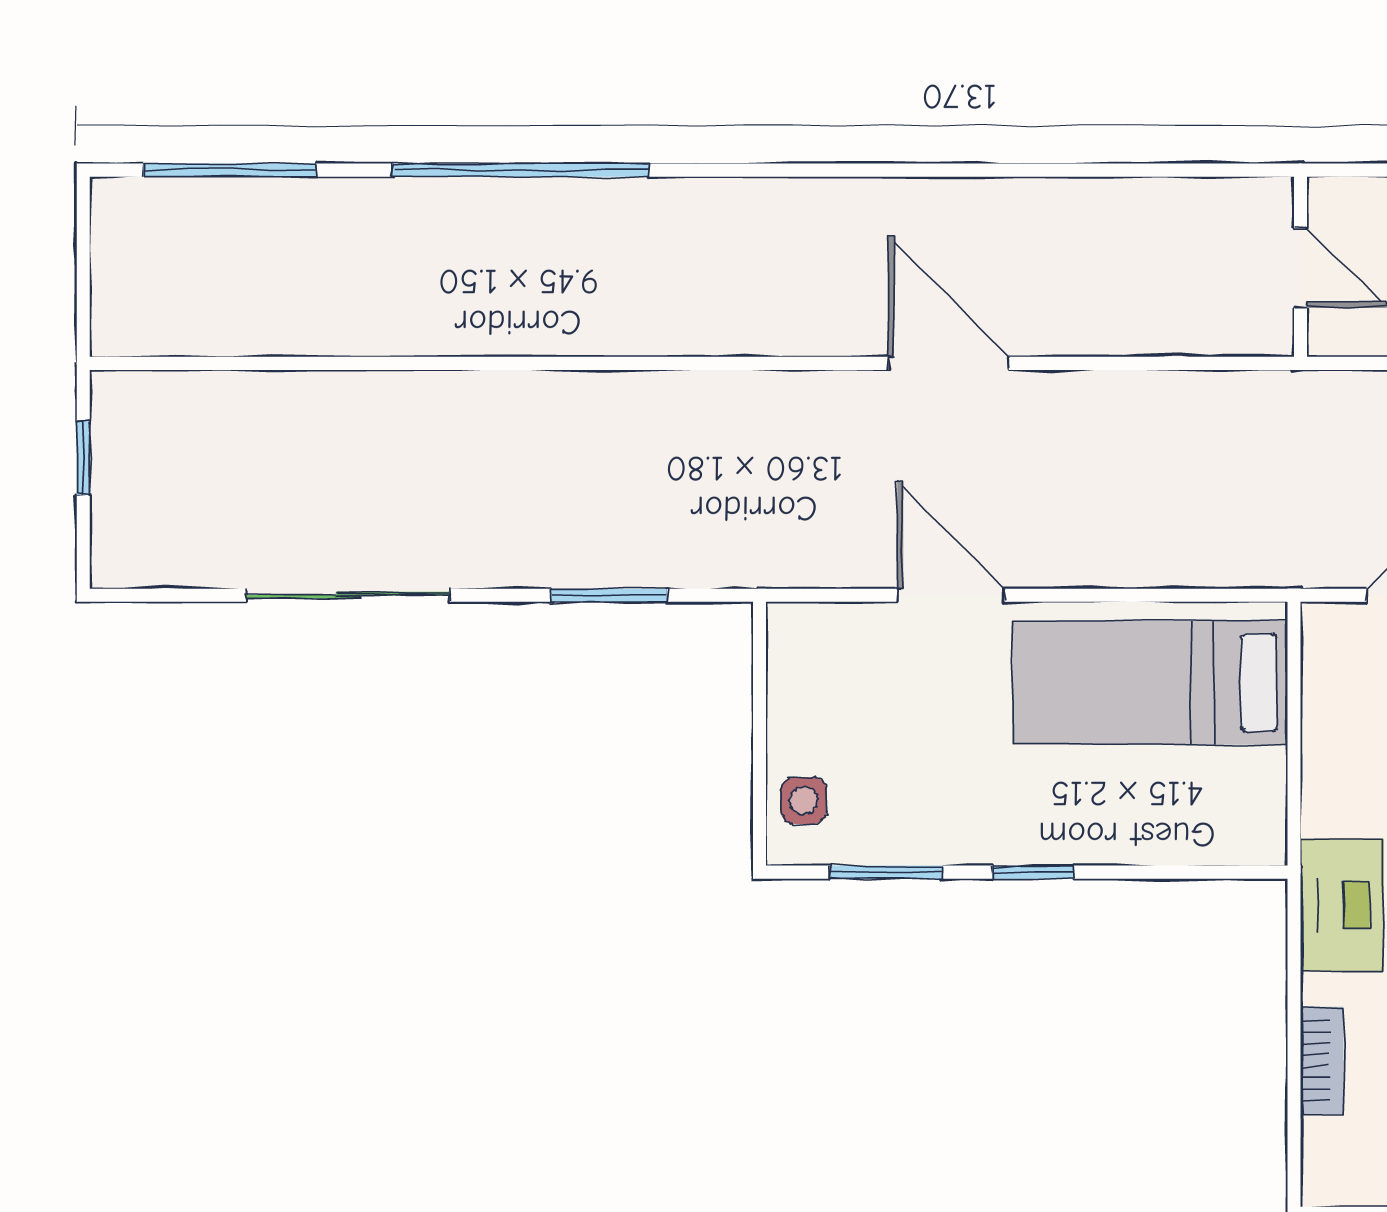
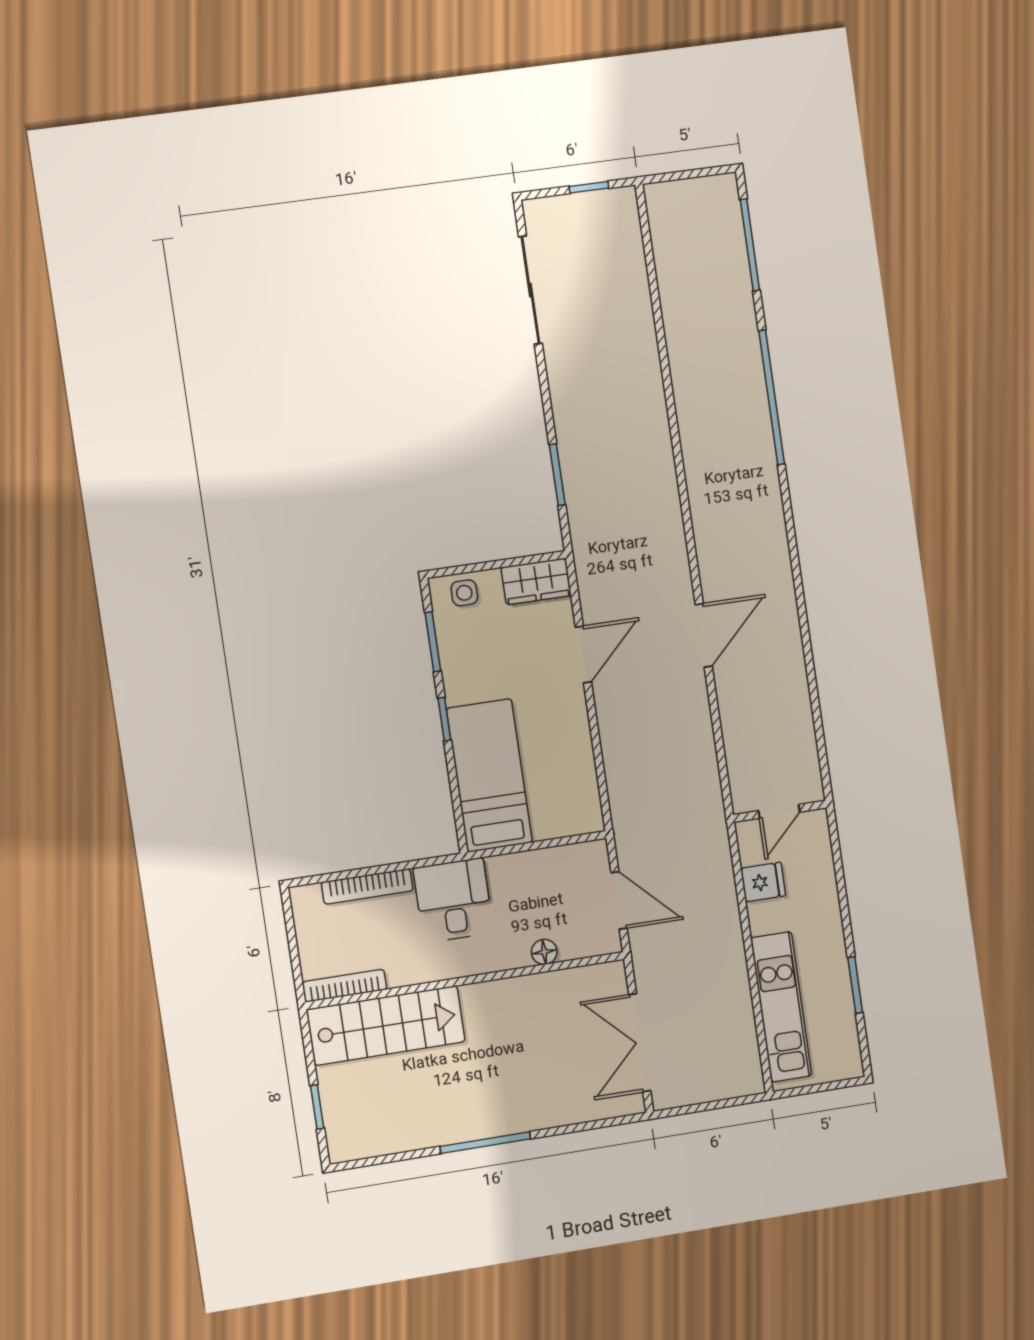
sliding door: (348, 595) -> (530, 290), moved
wardrobe: (802, 664) -> (536, 581), added
bed: (1150, 683) -> (489, 775), moved
bookcase: (1322, 1061) -> (367, 886), width x1.56

